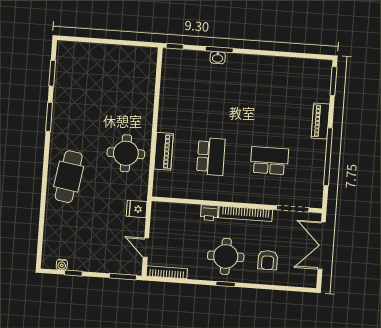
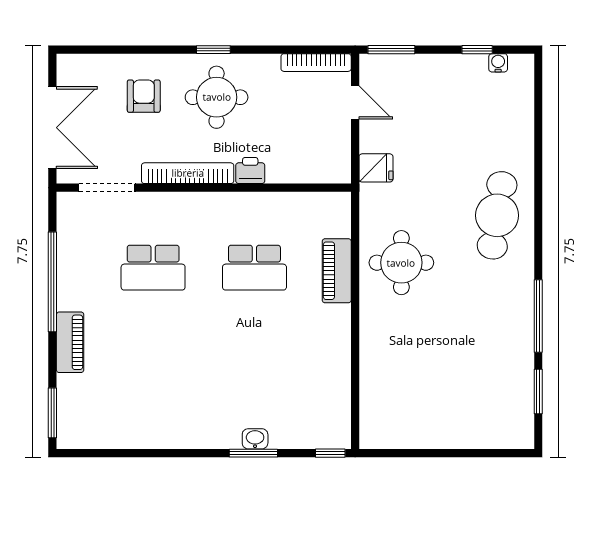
window: (49, 117) -> (538, 316), width x1.44
school desk: (211, 156) -> (254, 268), turned -90

